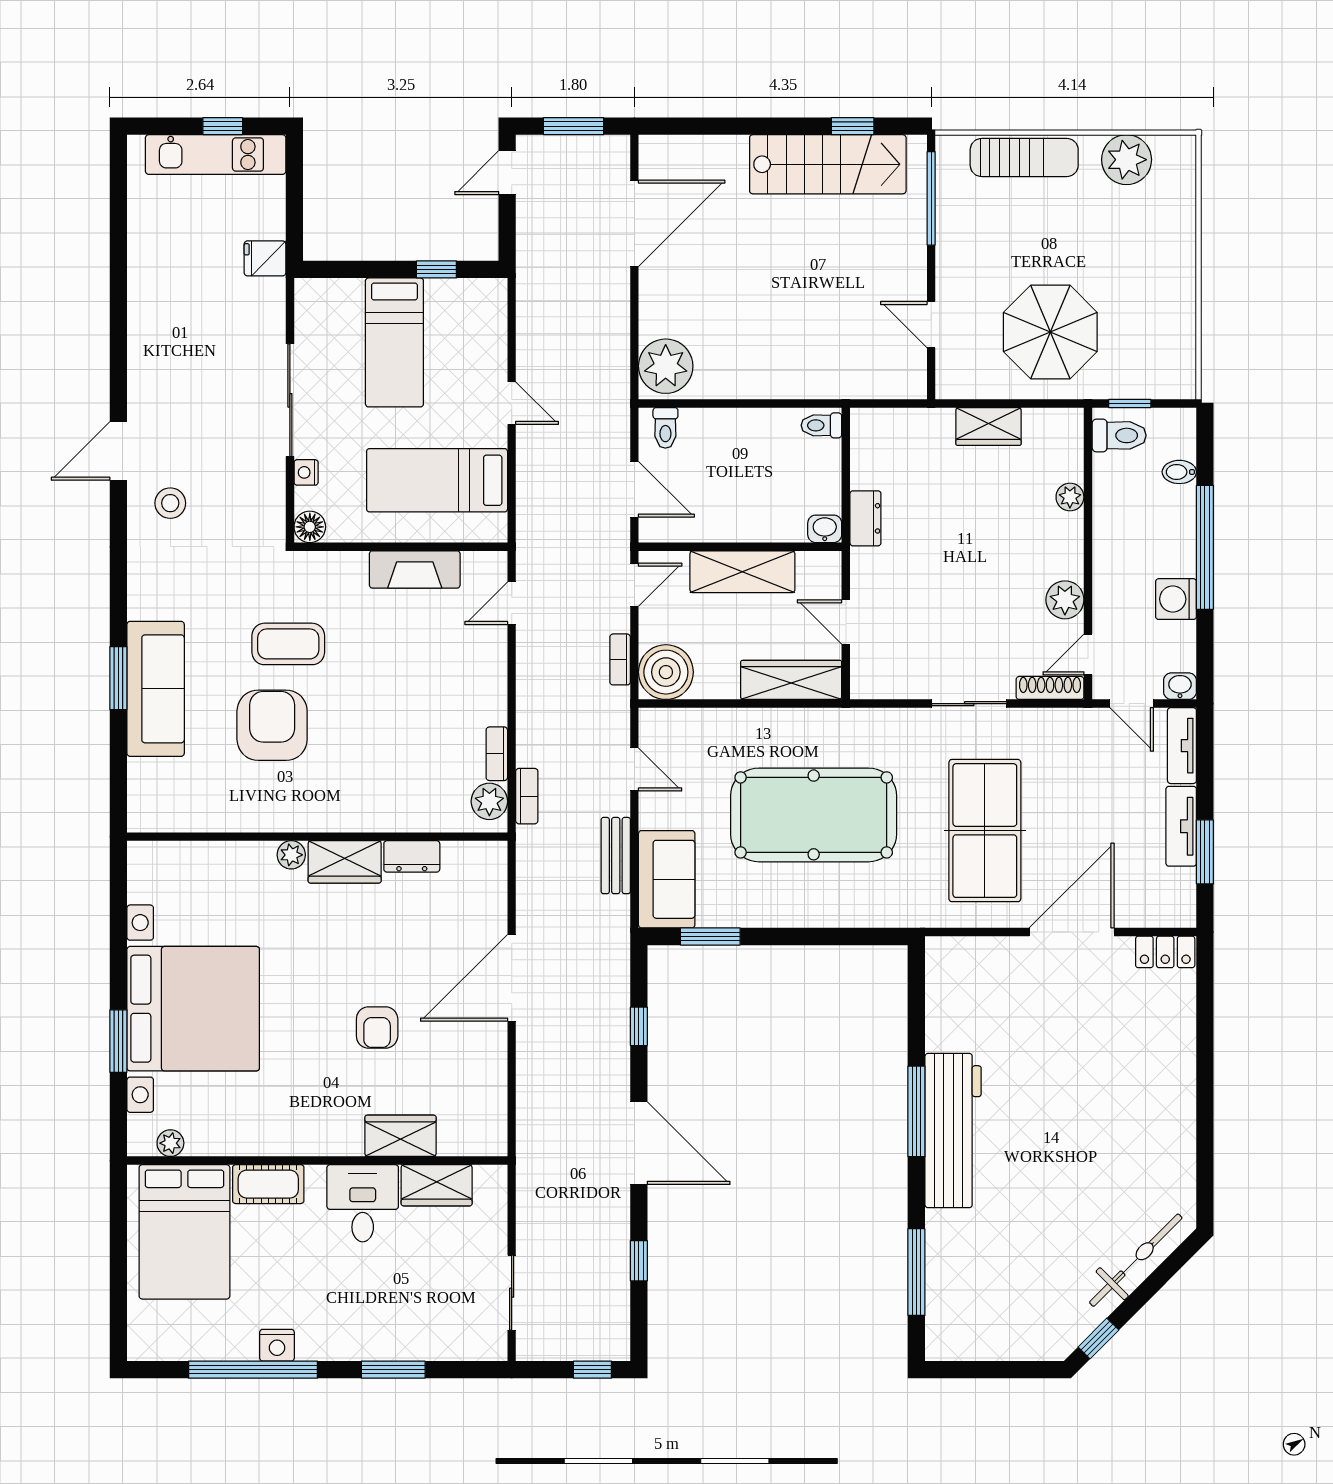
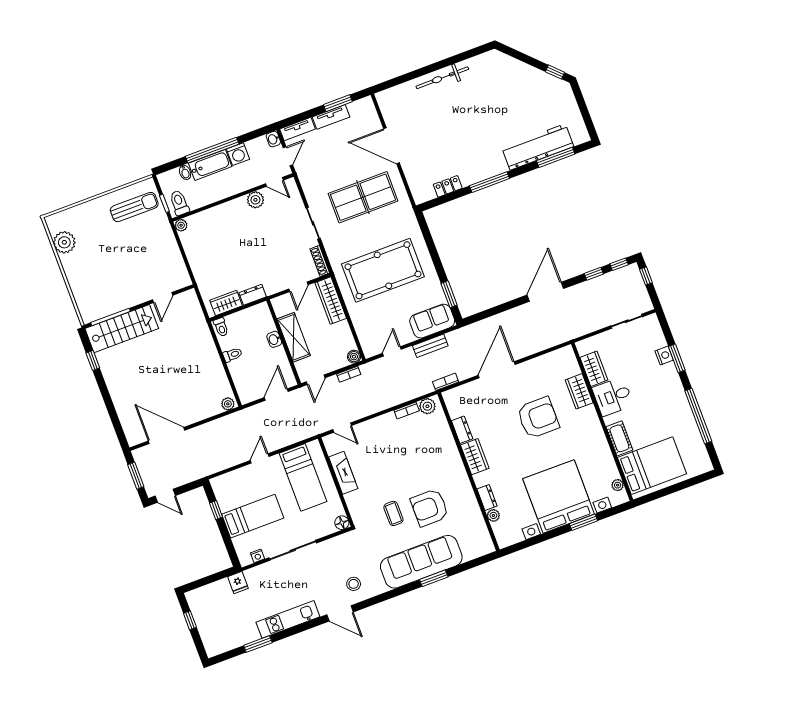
kitchen unit: (216, 155) -> (288, 619), moved, turned -90
sun lounger: (1024, 157) -> (134, 207), moved, turned 90
stairs: (828, 164) -> (122, 329), moved, turned 90
window: (118, 252) -> (258, 644), added
parasol: (1050, 332) -> (147, 247), removed
plant: (666, 366) -> (228, 404), width x0.53, depth x0.53
wardrobe: (988, 427) -> (226, 303), moved, turned -90
toilet: (665, 428) -> (232, 355), moved
nightstand: (306, 472) -> (257, 556), moved
plant: (1070, 497) -> (181, 225), moved
washbasin: (825, 529) -> (274, 339), moved
bathtub: (1175, 531) -> (210, 165), added
door: (634, 585) -> (316, 380), swing flipped
coffee table: (288, 644) -> (393, 513), width x0.73, depth x0.77
boiler: (666, 672) -> (354, 357), width x0.54, depth x0.54
shoe rack: (1050, 688) -> (320, 261), moved
sofa: (156, 689) -> (421, 562), width x1.36, depth x1.27
bookcase: (527, 796) -> (446, 382), moved
pool table: (814, 815) -> (383, 270), turned 90
plant: (291, 855) -> (493, 515), moved
dresser: (248, 856) -> (487, 497), added
locker: (1165, 952) -> (448, 186), moved, turned -90
door: (512, 978) -> (497, 370), swing flipped
window: (639, 1026) -> (619, 264), moved
armchair: (377, 1028) -> (538, 418), width x1.88, depth x1.88
workbench: (953, 1131) -> (538, 147), moved
bicycle: (1136, 1260) -> (442, 78), moved, turned -45
nightstand: (277, 1345) -> (664, 355), moved

